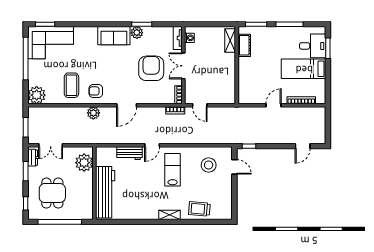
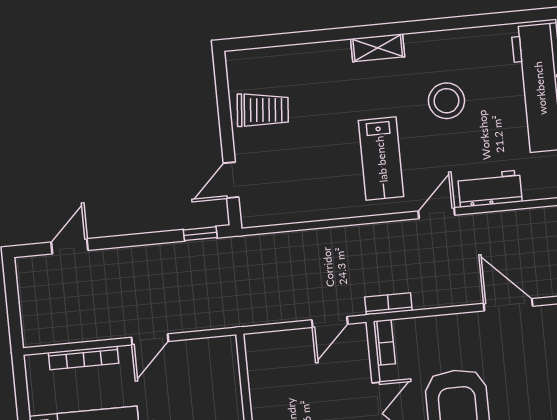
door: (127, 105) -> (508, 305), hinge flipped
door: (200, 105) -> (330, 322), swing flipped
stool: (209, 165) -> (446, 101), moved
door: (234, 167) -> (231, 180), hinge flipped
trolley: (199, 209) -> (263, 110), moved

